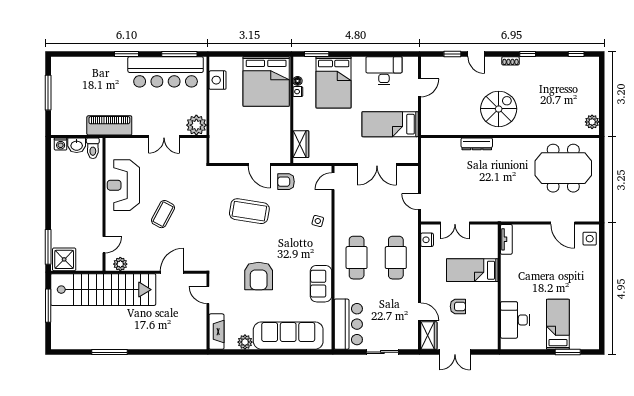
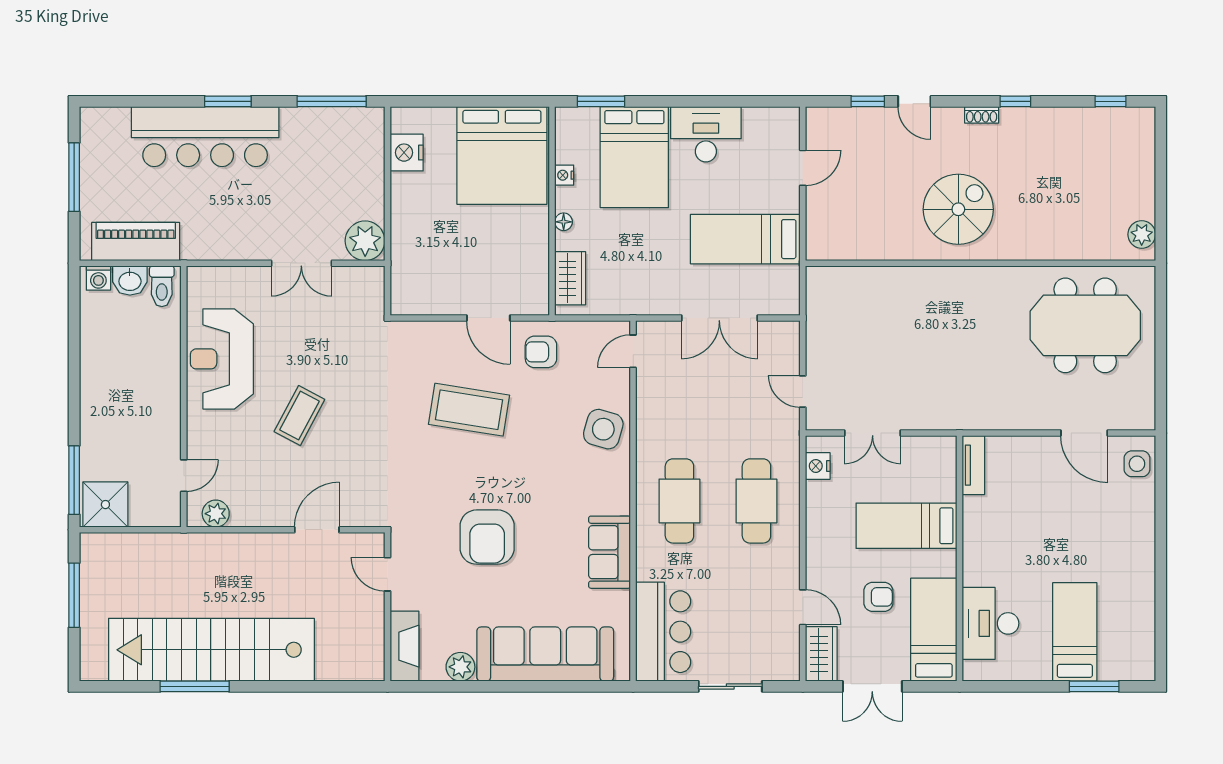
desk: (384, 71) -> (706, 134), moved
bar counter: (166, 72) -> (205, 137), moved
floor lamp: (298, 81) -> (564, 222), moved
piano: (109, 125) -> (136, 242), moved
dresser: (477, 144) -> (915, 278), removed
side table: (318, 221) -> (603, 429), width x1.87, depth x1.87
stairs: (103, 290) -> (211, 650), moved, turned 180
bed: (486, 323) -> (934, 630), added

